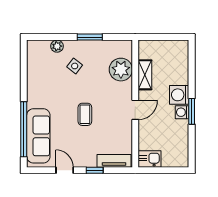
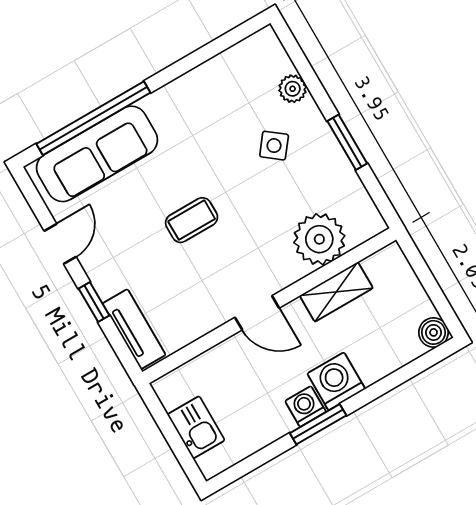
boiler: (182, 47) -> (433, 332), added
kitchen sink: (150, 159) -> (196, 427), moved

